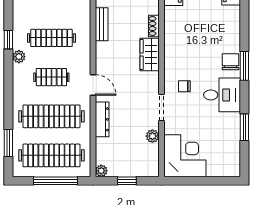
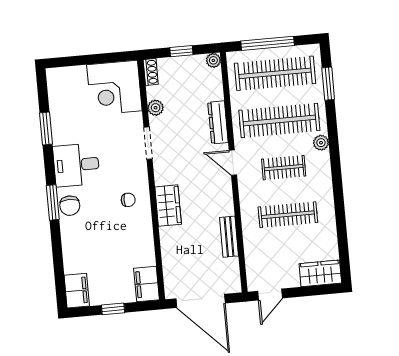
shoe rack: (154, 26) -> (151, 72), moved
window: (8, 40) -> (340, 208), removed
plant: (19, 57) -> (321, 143), moved
chair: (184, 86) -> (128, 200), moved

